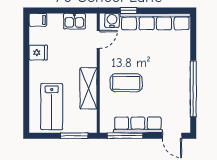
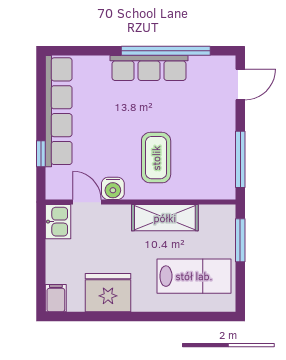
water cooler: (112, 20) -> (113, 188), moved, turned -90
kitchen sink: (74, 21) -> (58, 222), moved
fridge: (38, 53) -> (108, 293), width x1.88, depth x1.34
row of seats: (138, 125) -> (149, 68), moved, turned -90

